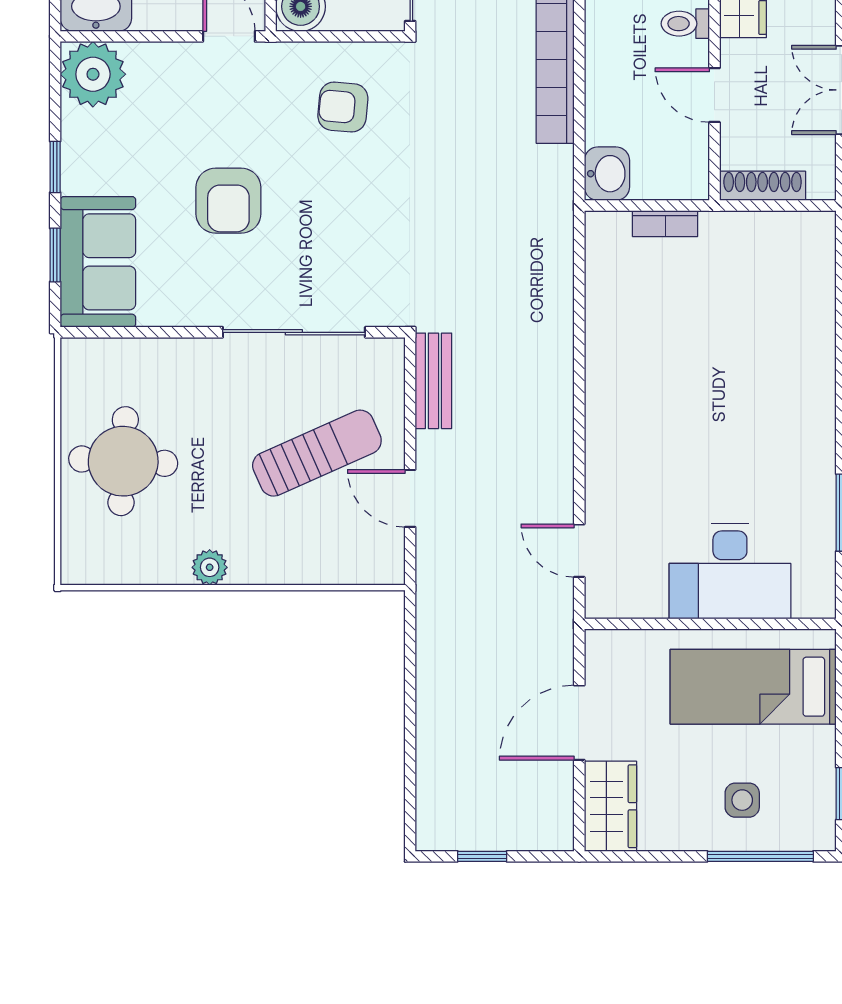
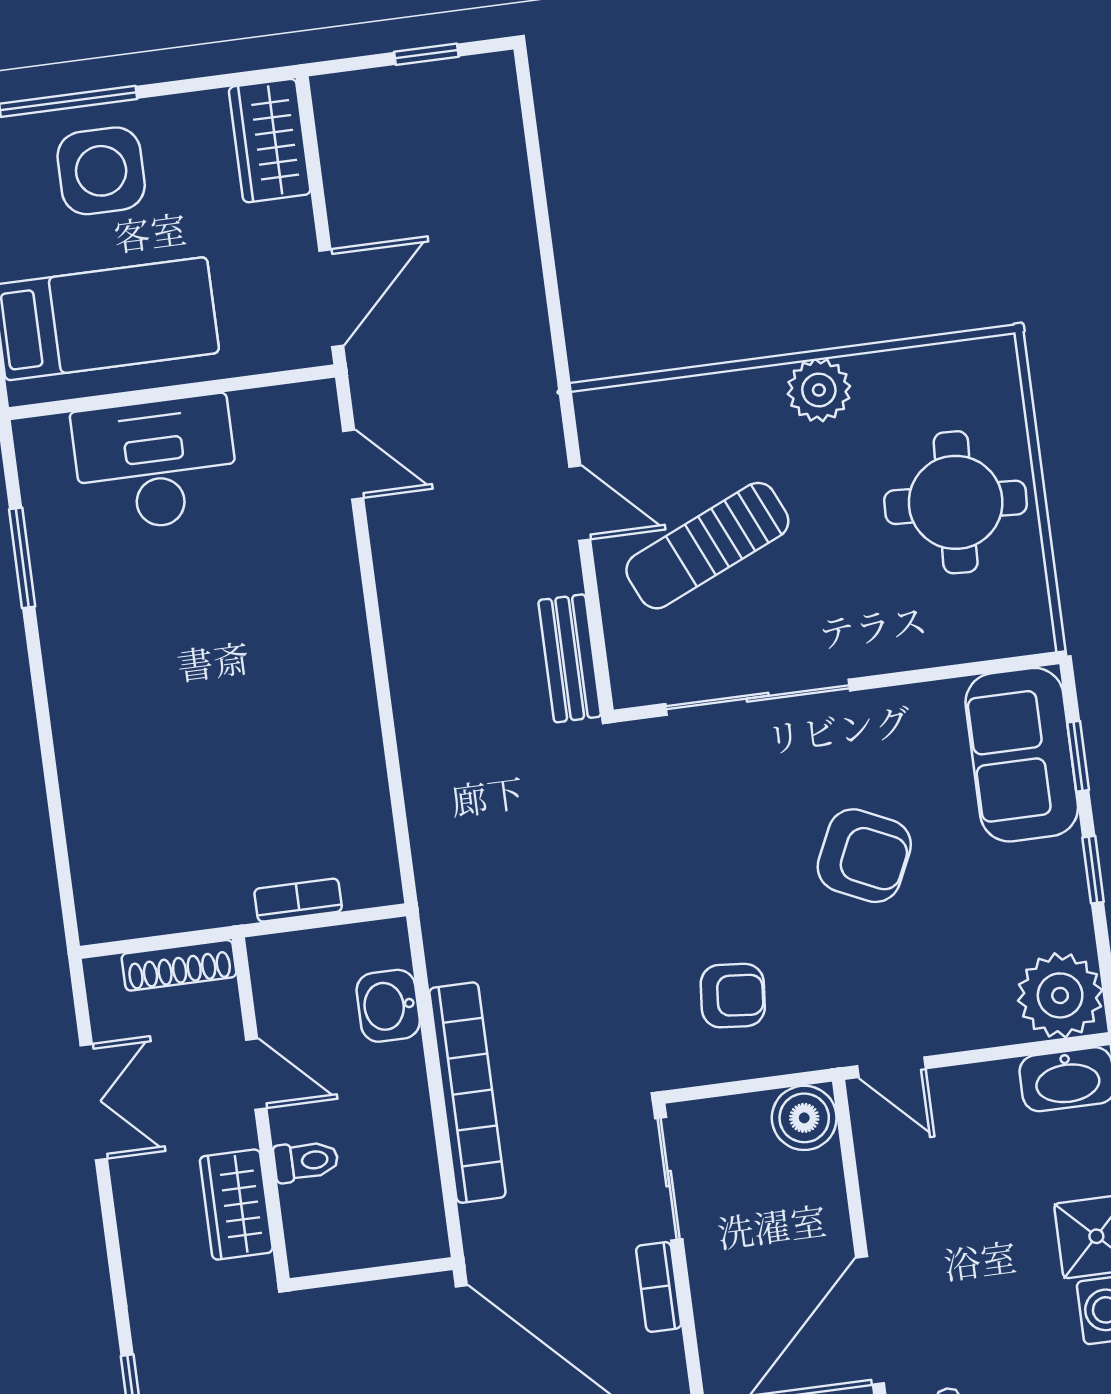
washbasin: (607, 174) -> (388, 1006), moved
armchair: (228, 201) -> (864, 856), turned 115
plant: (210, 567) -> (819, 390), width x1.38, depth x1.38
door: (579, 723) -> (331, 298), moved
side table: (742, 800) -> (101, 171), width x1.87, depth x1.87

